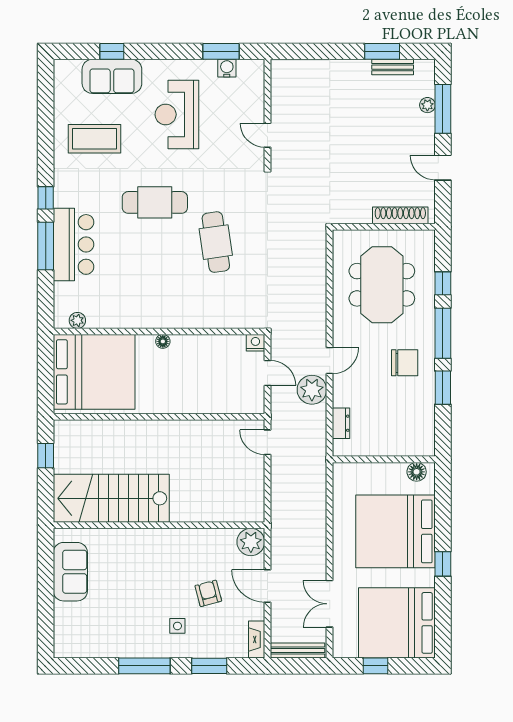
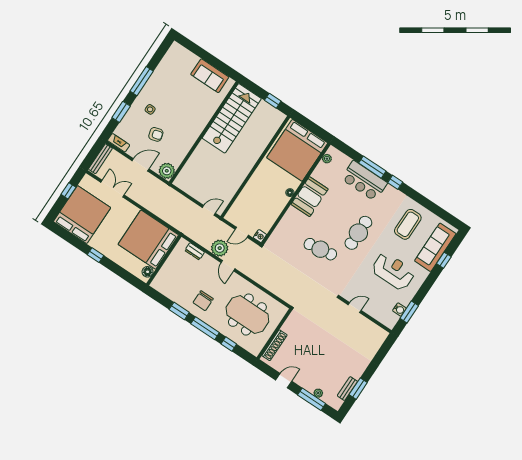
sofa: (112, 76) -> (435, 247), width x1.36
booth: (150, 309) -> (310, 197), added
bed: (395, 531) -> (148, 240), moved, turned -90

